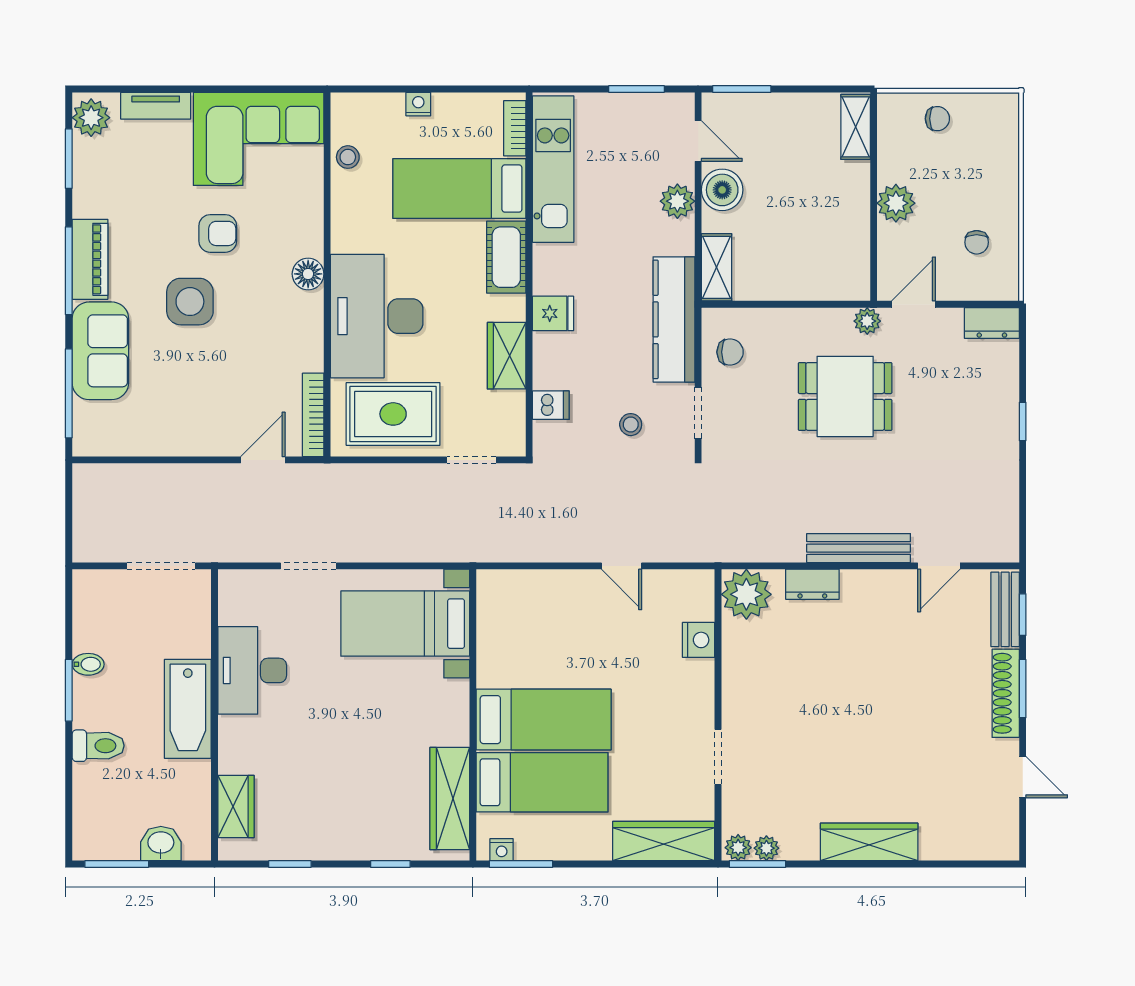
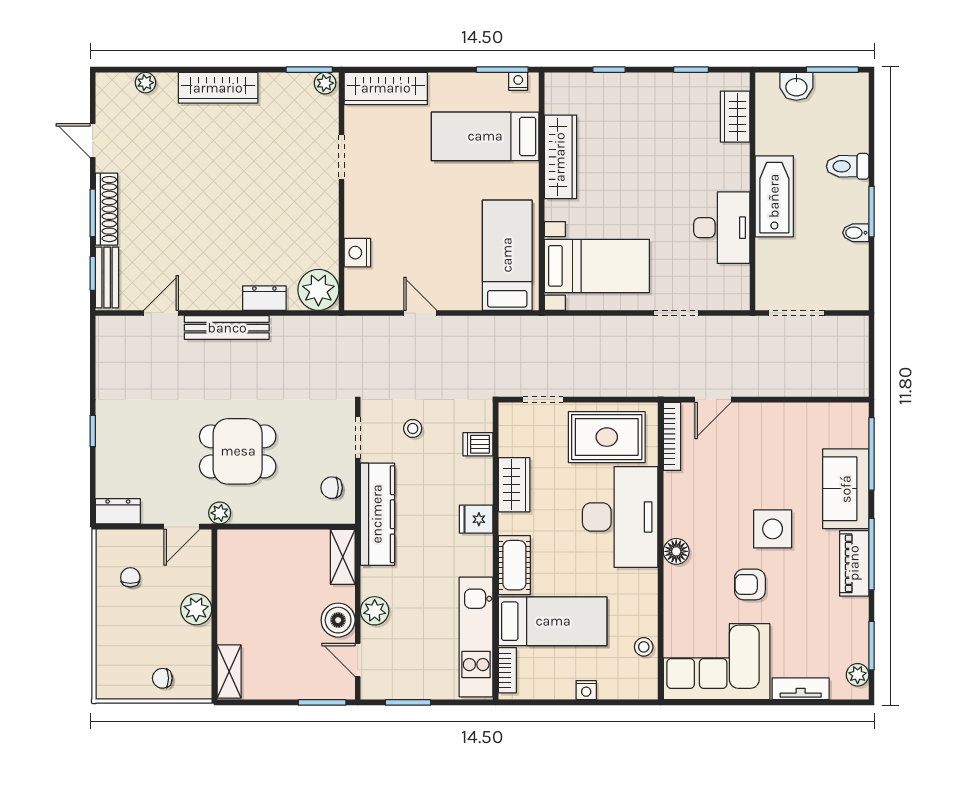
plant: (91, 118) -> (858, 675), width x0.73, depth x0.73
bed: (544, 720) -> (507, 255), moved, turned 90
wardrobe: (450, 799) -> (560, 157), moved
plant: (766, 848) -> (145, 83), moved

